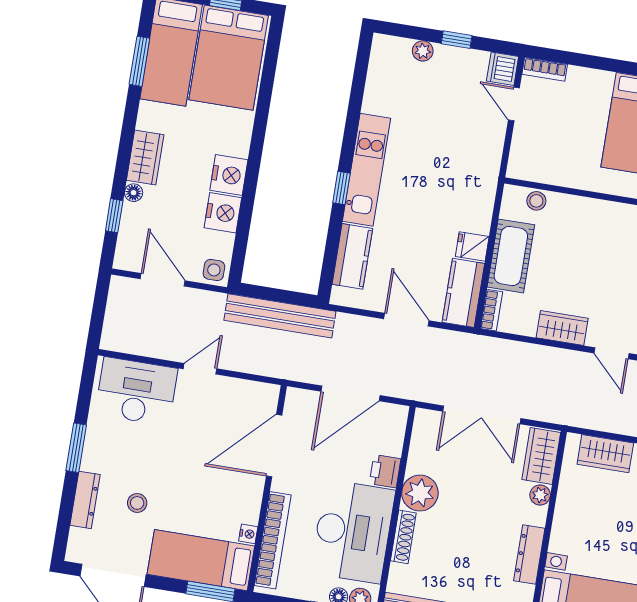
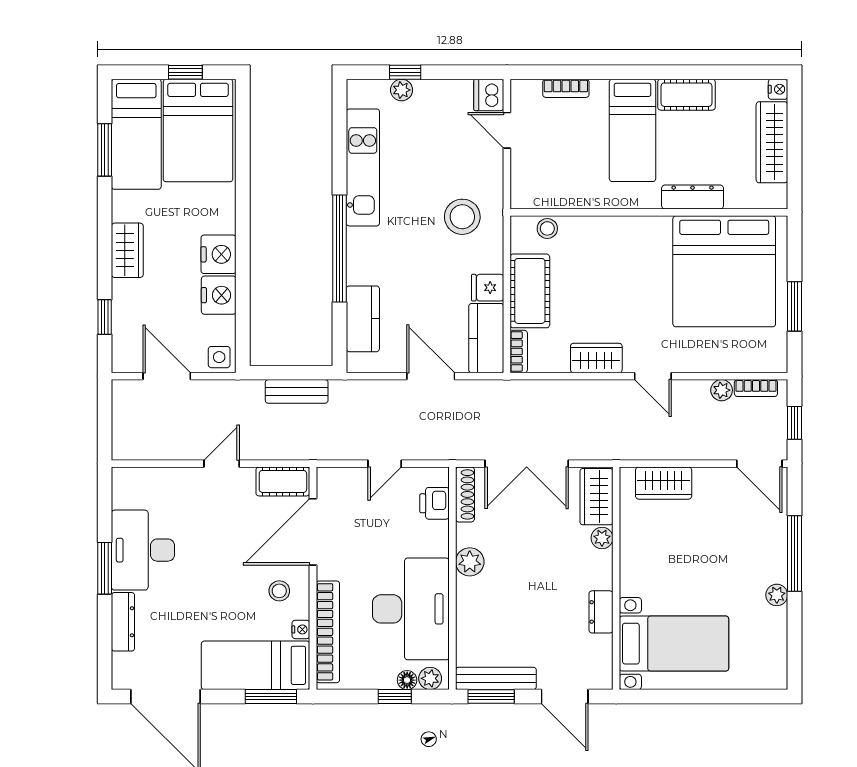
window: (457, 40) -> (405, 72), moved
bookcase: (545, 69) -> (566, 88), moved
kitchen unit: (367, 170) -> (363, 167), moved
stool: (460, 177) -> (462, 217), added
window: (341, 188) -> (339, 249), width x3.17
floor lamp: (134, 193) -> (121, 289), removed
bench: (280, 316) -> (297, 391), width x0.54, depth x0.82
desk: (136, 391) -> (143, 550), moved, turned -90
door: (351, 393) -> (385, 464), width x0.53
cot: (254, 395) -> (283, 481), added
printer: (385, 471) -> (434, 503), moved
plant: (420, 493) -> (470, 562), width x0.73, depth x0.73
stool: (137, 503) -> (279, 591), moved
shoe rack: (403, 537) -> (465, 494), moved
dresser: (529, 555) -> (601, 612), width x0.70

